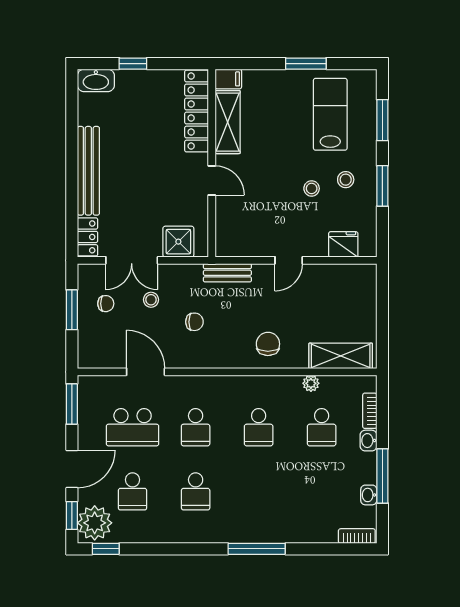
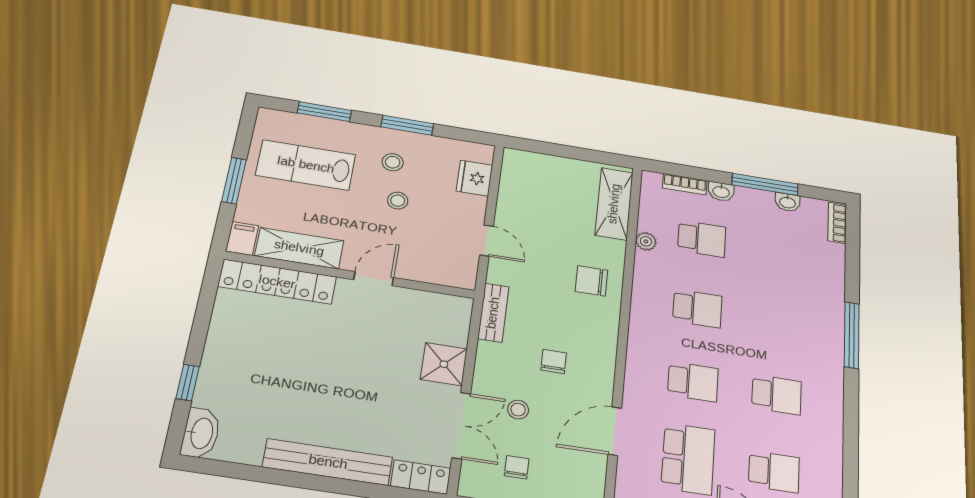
filing cabinet: (228, 79) -> (242, 238), moved
locker: (197, 111) -> (277, 282), moved
shelving: (228, 122) -> (299, 248), moved
wall: (212, 163) -> (350, 275), moved
door: (212, 180) -> (374, 279), moved

